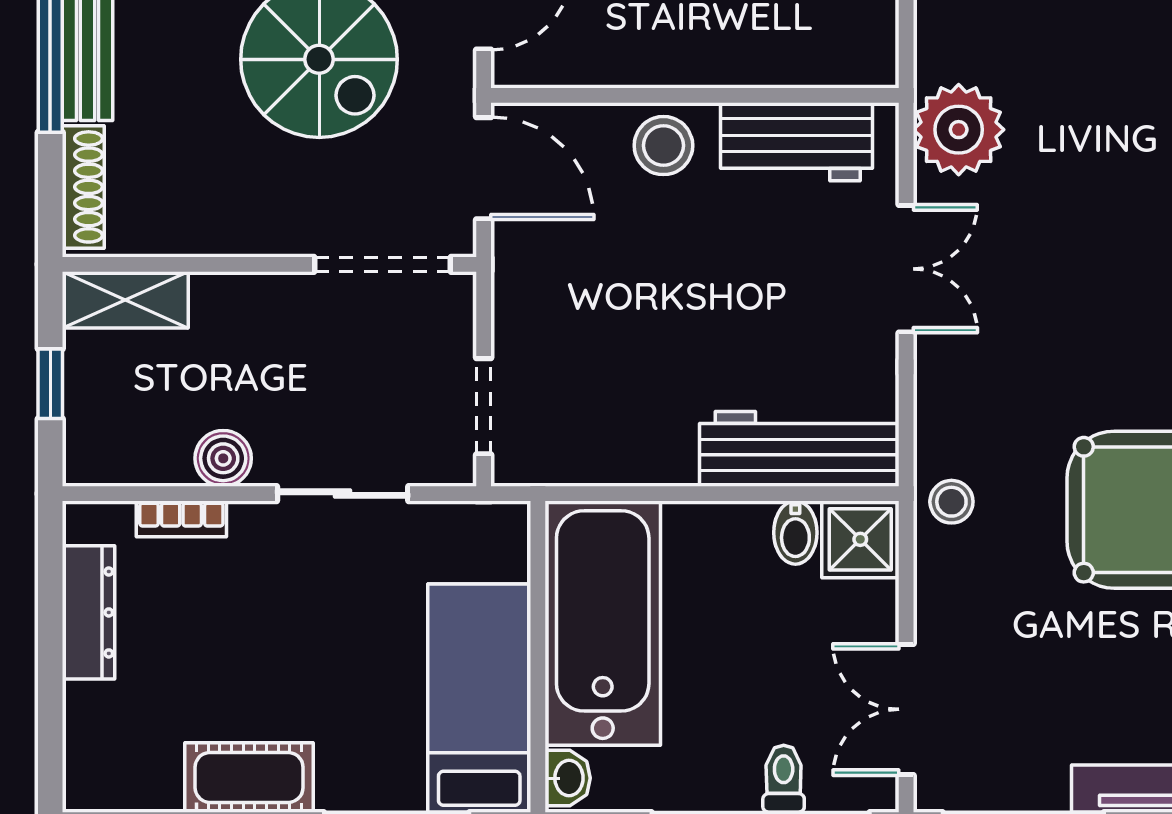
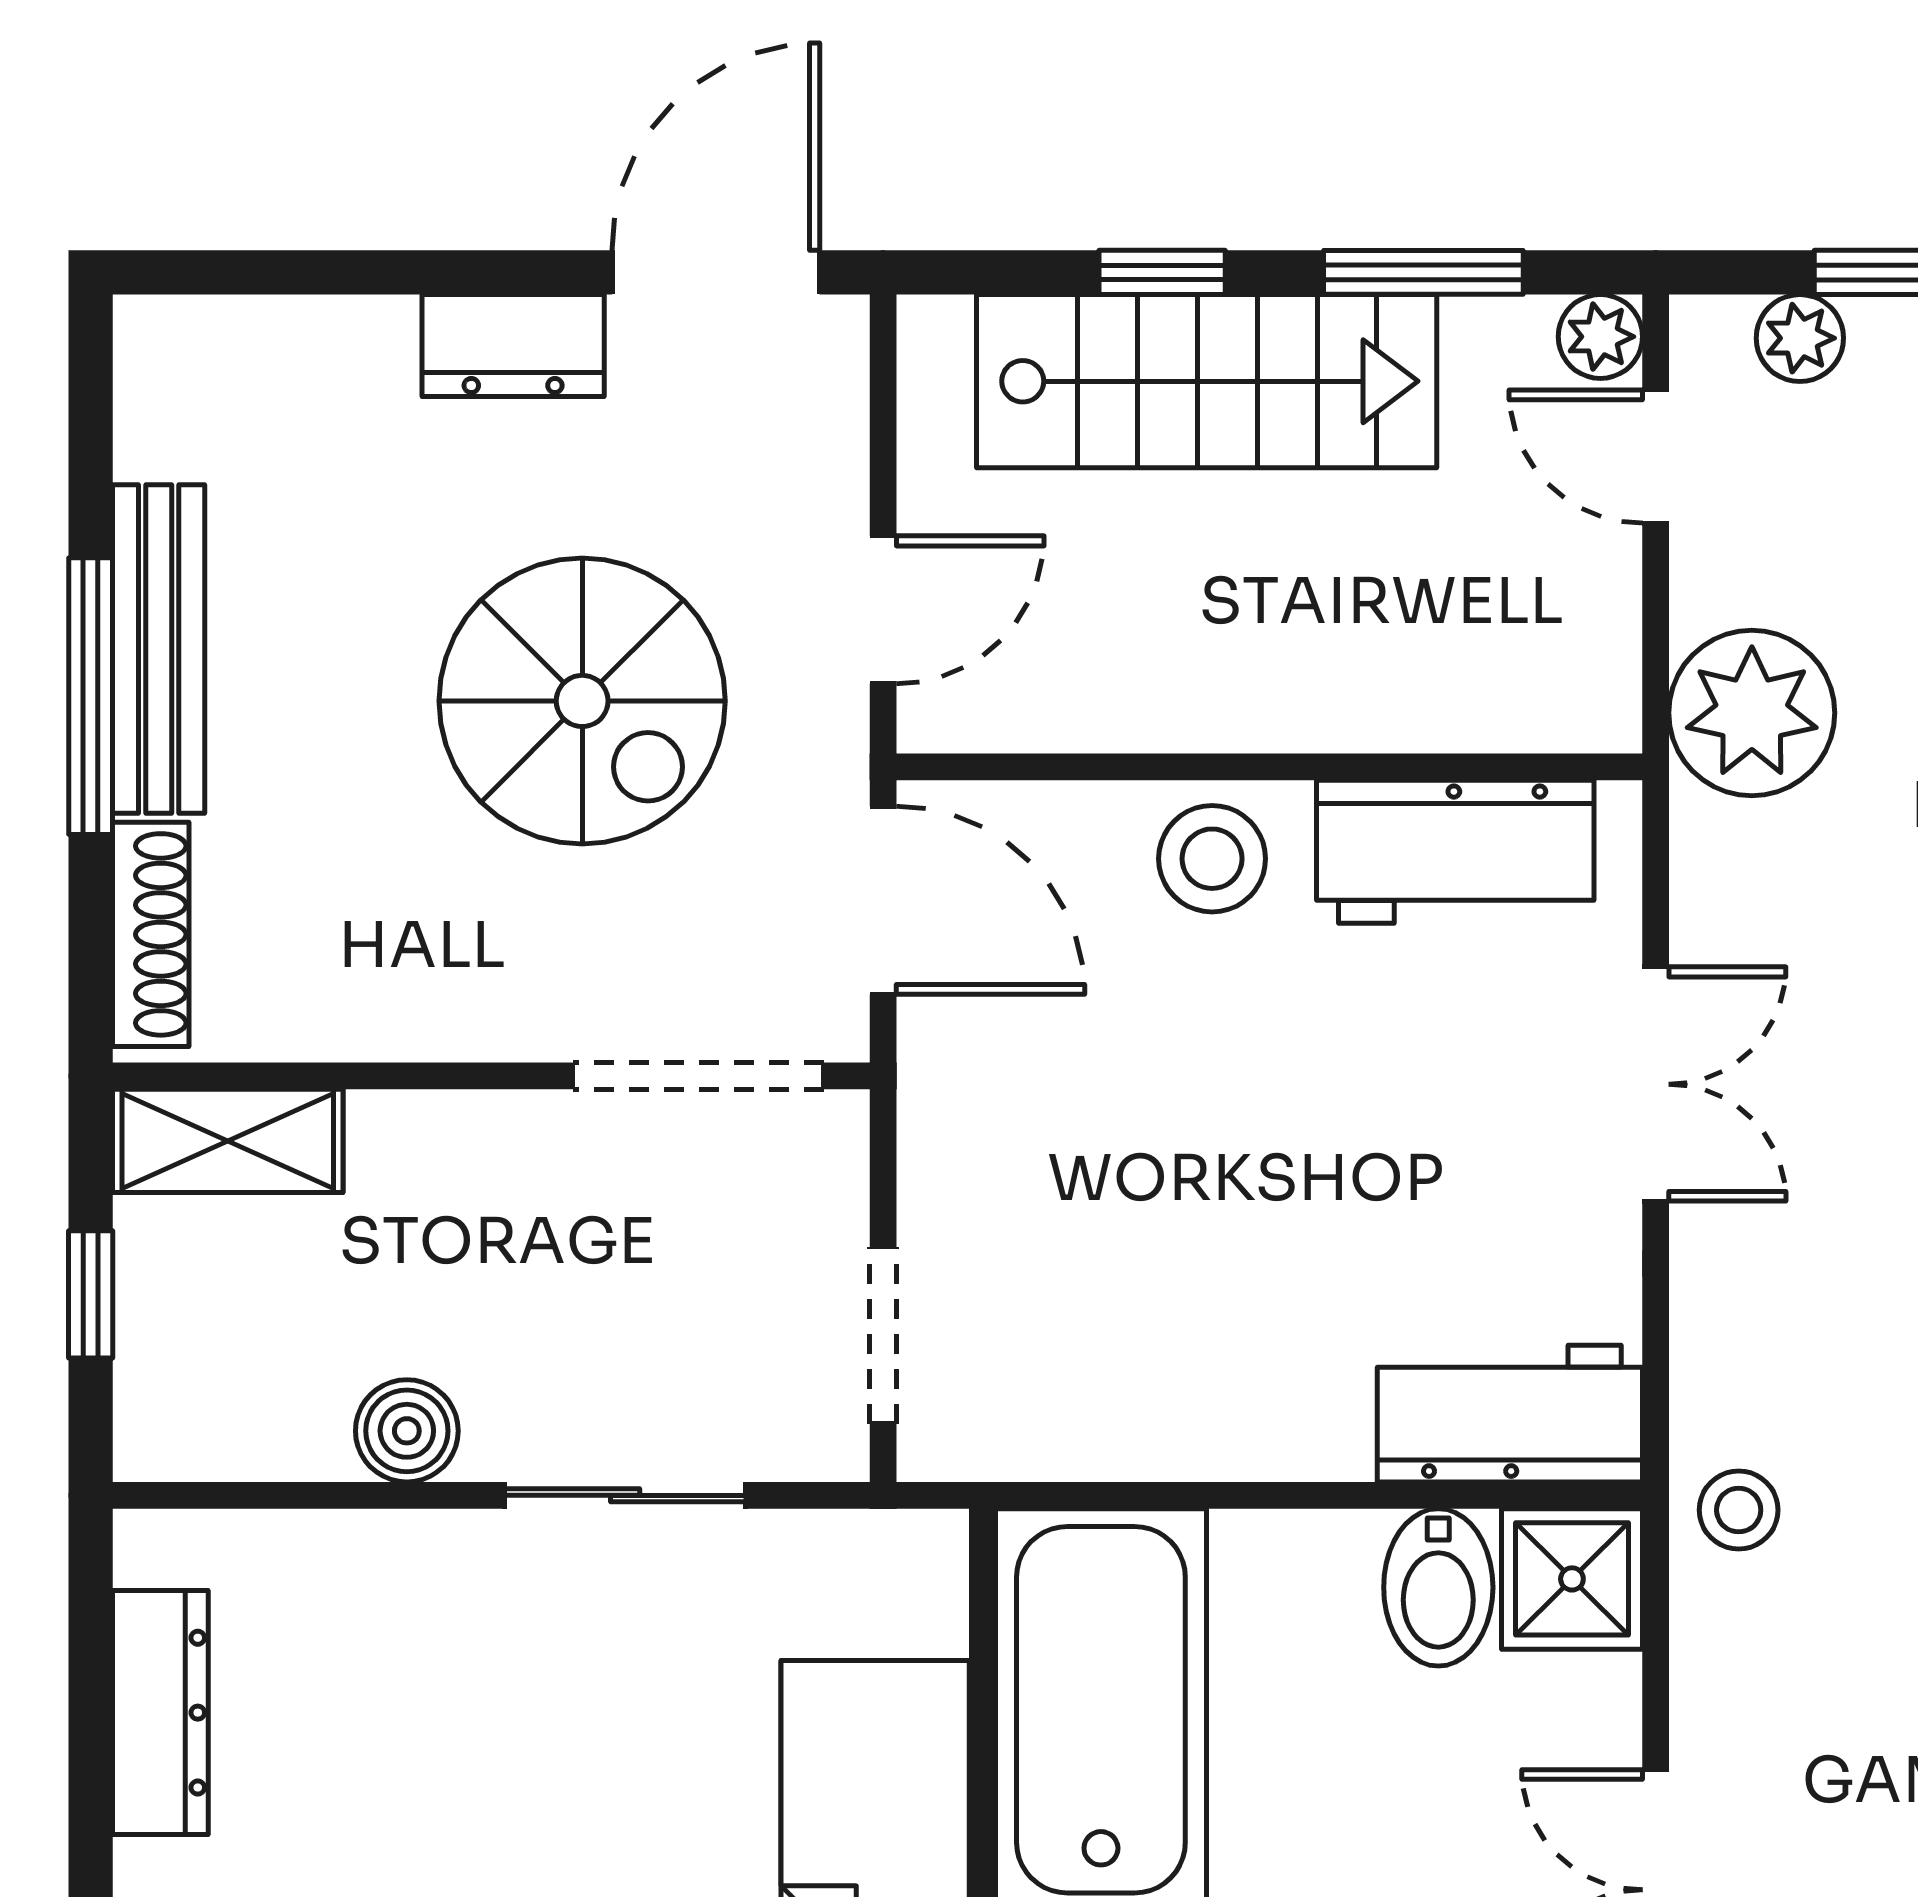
plant: (959, 130) -> (1752, 713), moved
workbench: (799, 449) -> (1510, 1414), width x0.73
bookcase: (181, 519) -> (330, 1541), removed
bidet: (795, 533) -> (1438, 1587), width x1.38, depth x1.36

